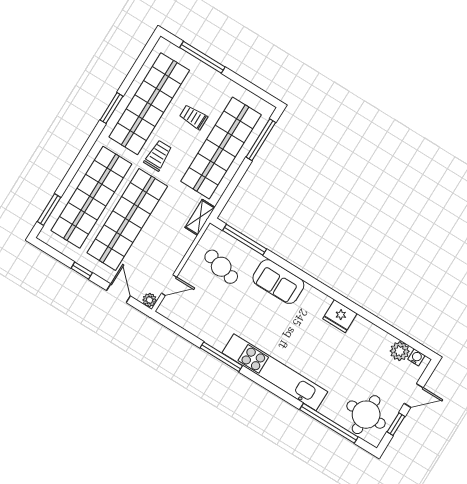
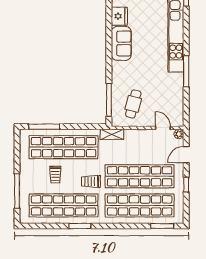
sofa: (278, 282) -> (121, 43), moved

